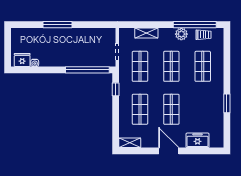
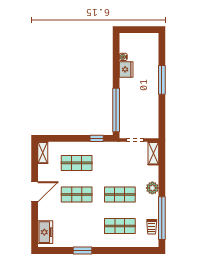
shelving: (146, 33) -> (153, 153), moved
plant: (181, 34) -> (152, 188), moved
fridge: (22, 60) -> (126, 69), moved
shop shelf: (140, 66) -> (120, 163), removed
freezer: (198, 140) -> (45, 232), moved

